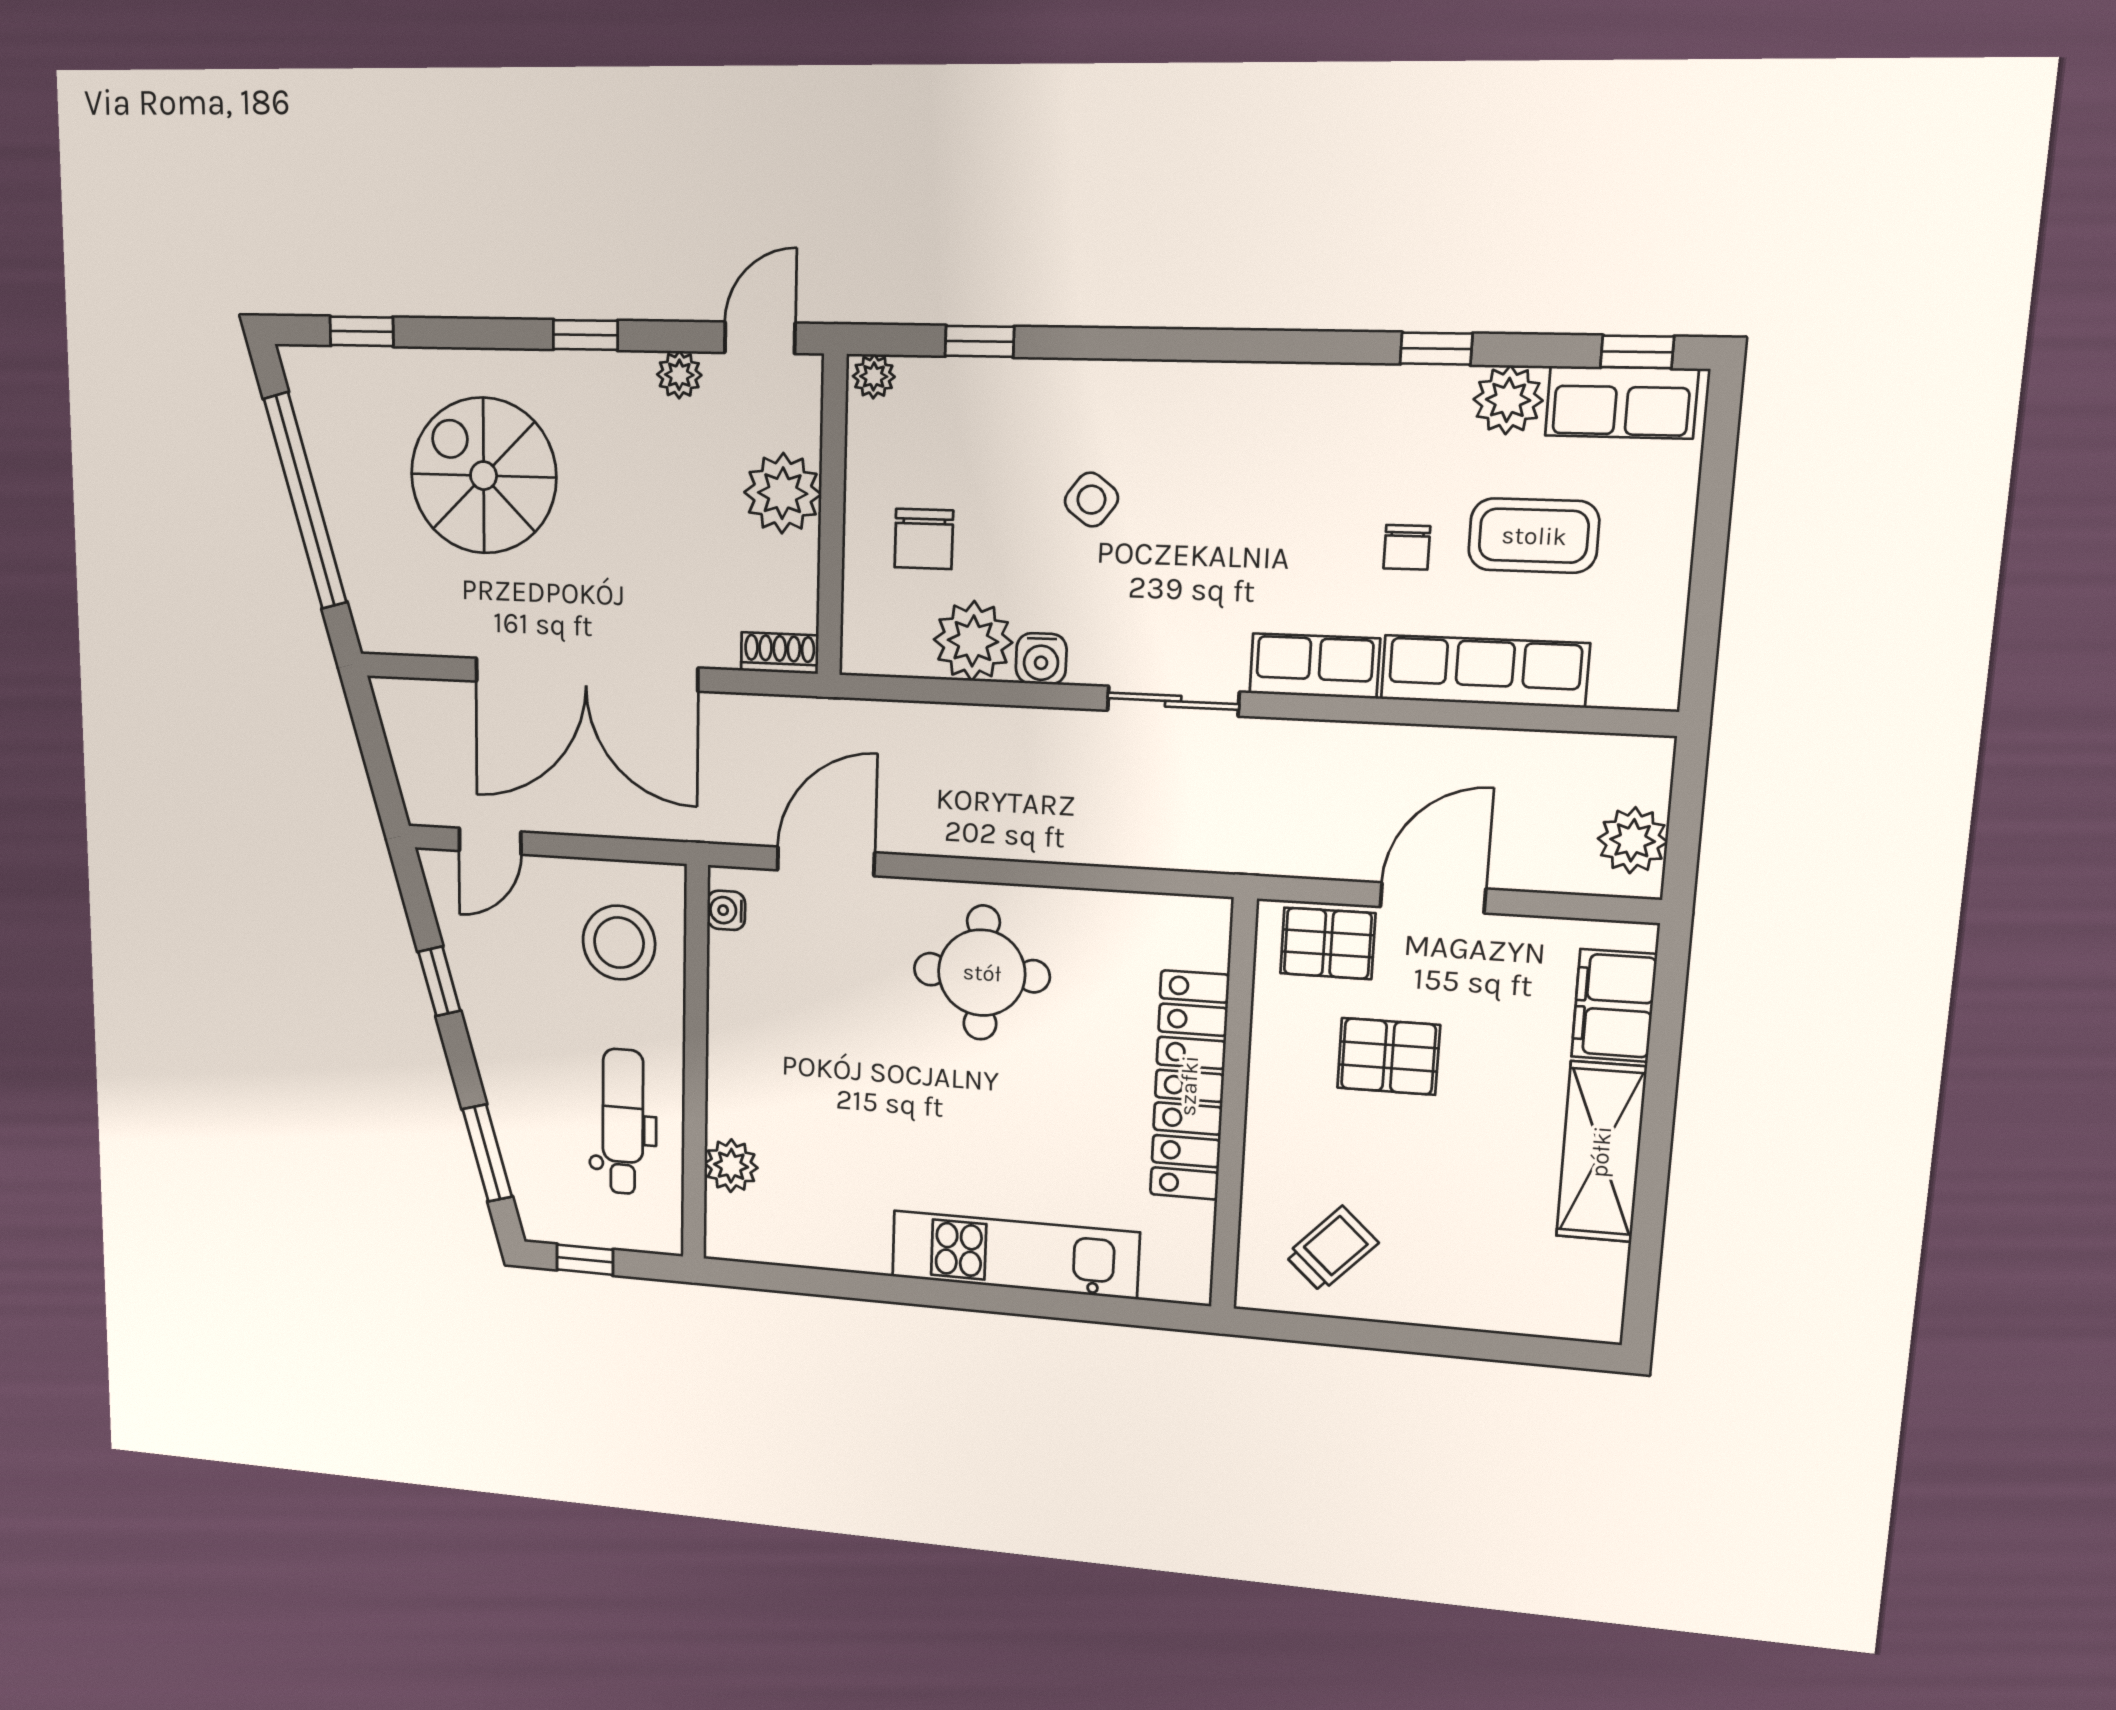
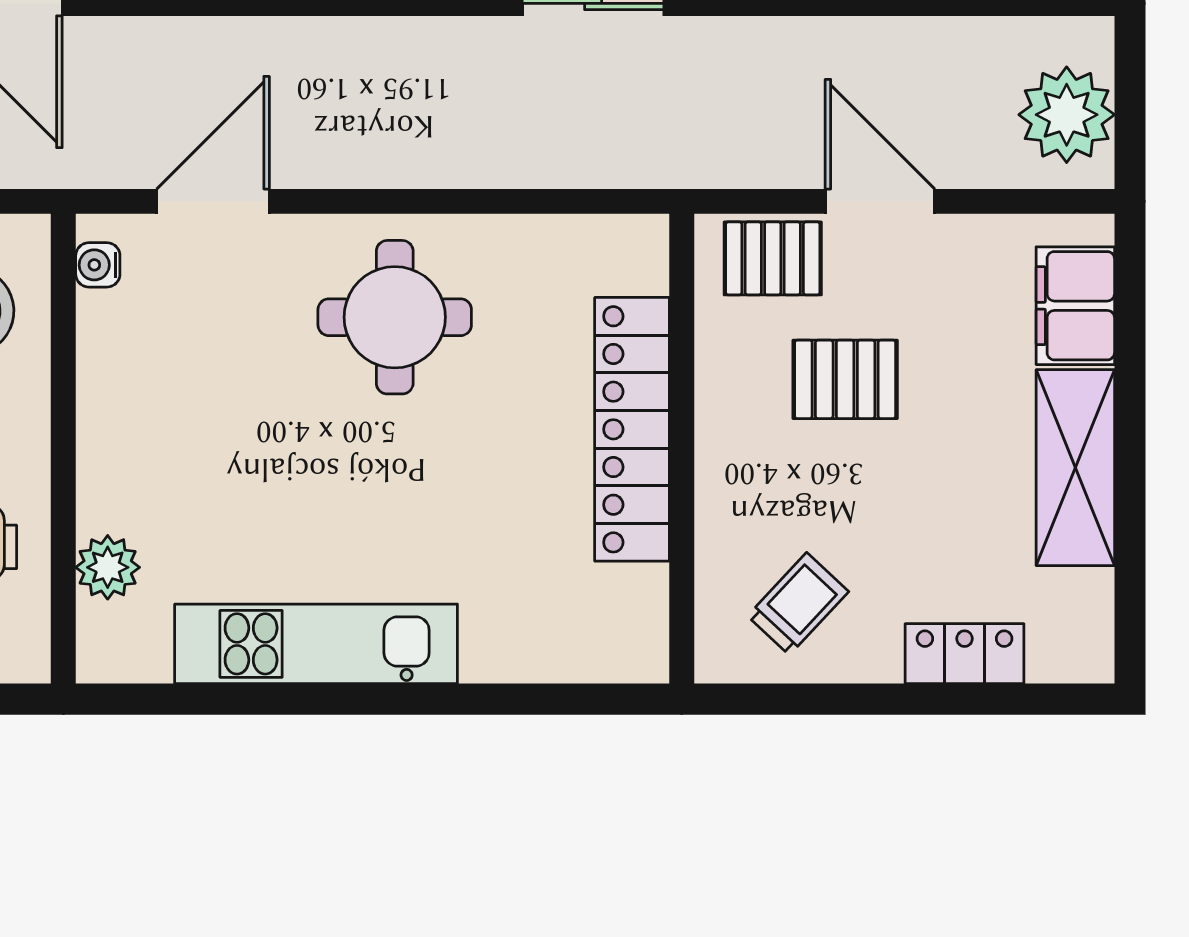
plant: (1633, 840) -> (1067, 115), width x1.36, depth x1.36
door: (1433, 898) -> (880, 201), hinge flipped
kitchen unit: (1015, 1255) -> (316, 644), moved
locker: (1483, 1306) -> (965, 654), added

